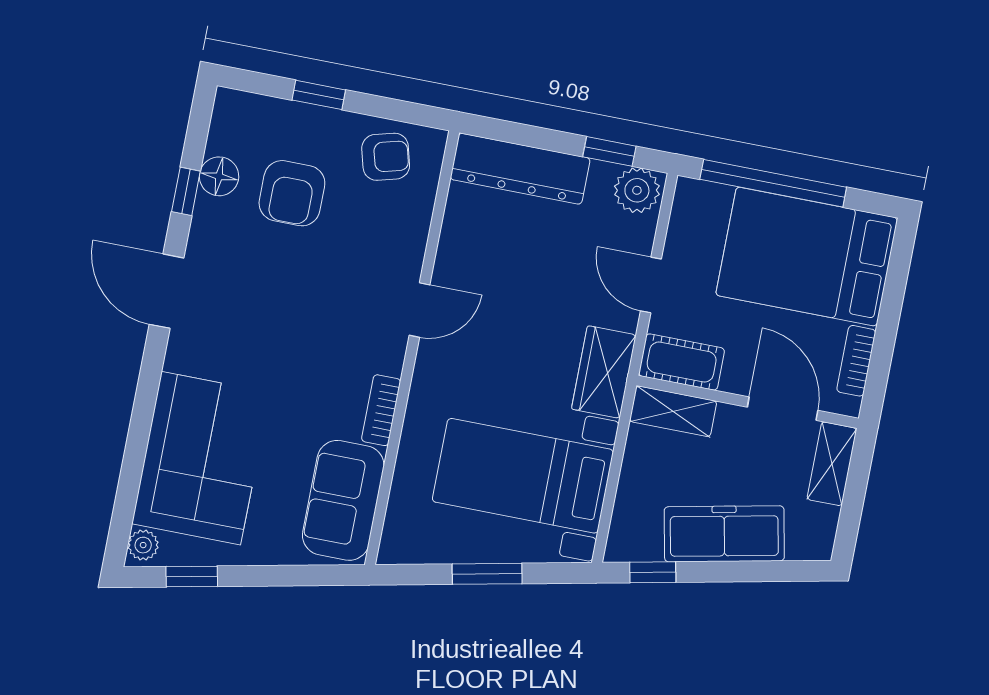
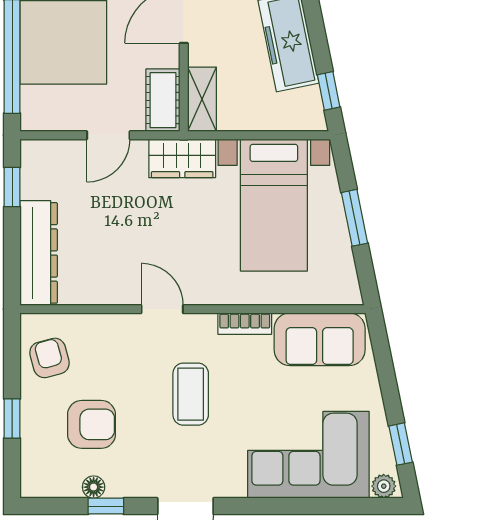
floor lamp: (219, 176) -> (94, 487), width x0.73, depth x0.73
plant: (637, 190) -> (38, 160), removed
coffee table: (306, 325) -> (191, 394), added

